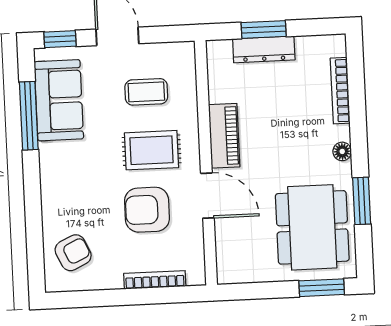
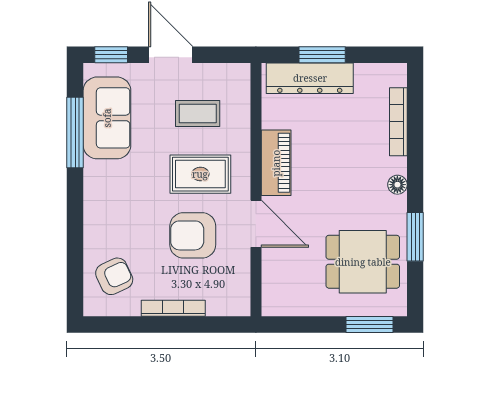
dresser: (264, 49) -> (310, 78), width x1.37, depth x1.24
dining table: (312, 227) -> (363, 262), width x0.73
bookcase: (155, 280) -> (173, 308), moved

